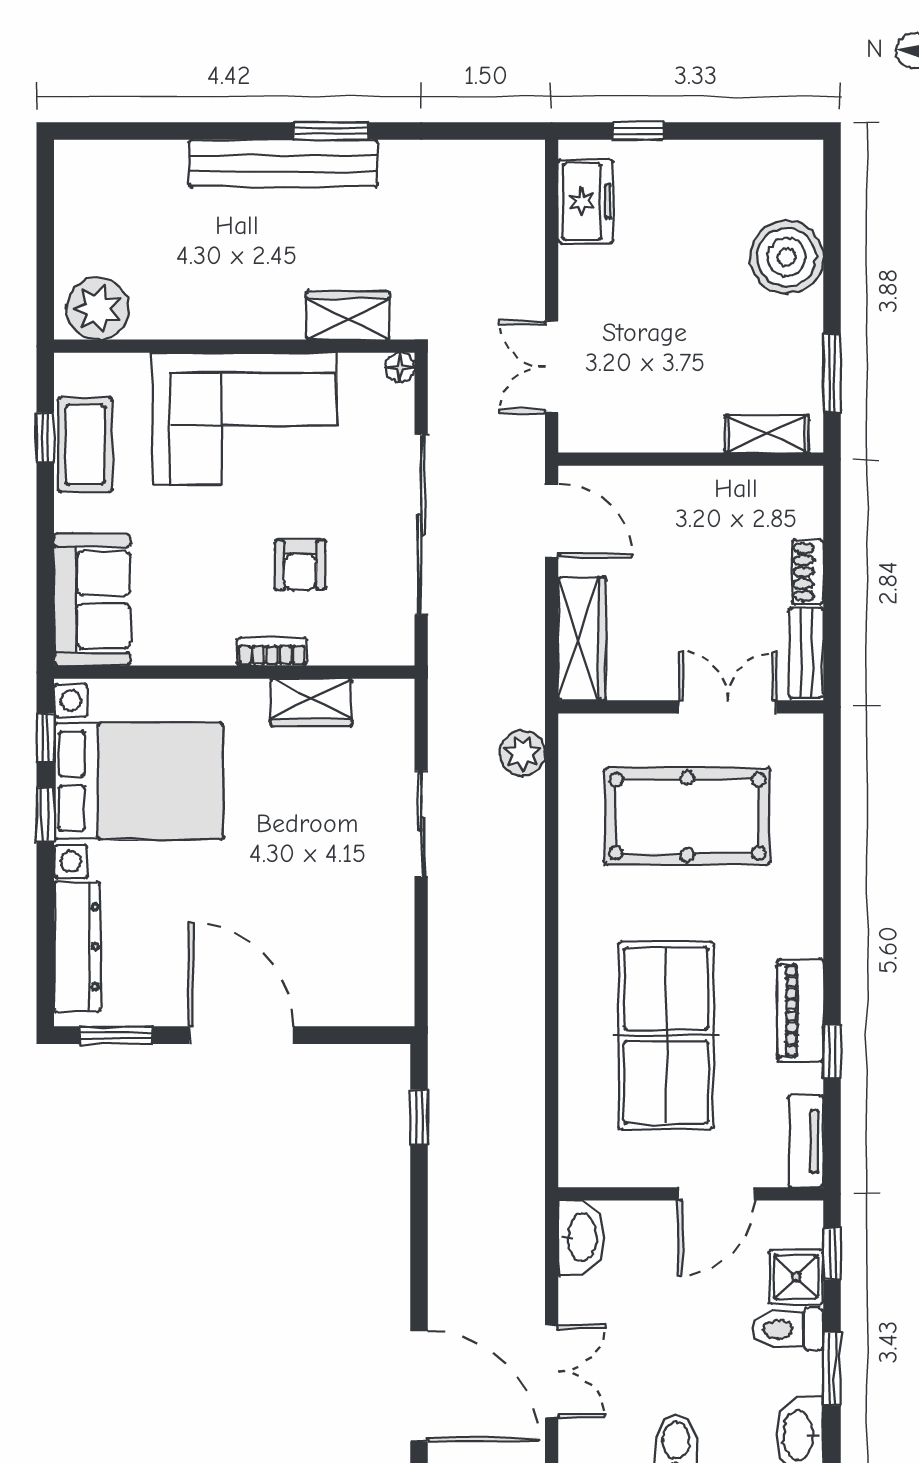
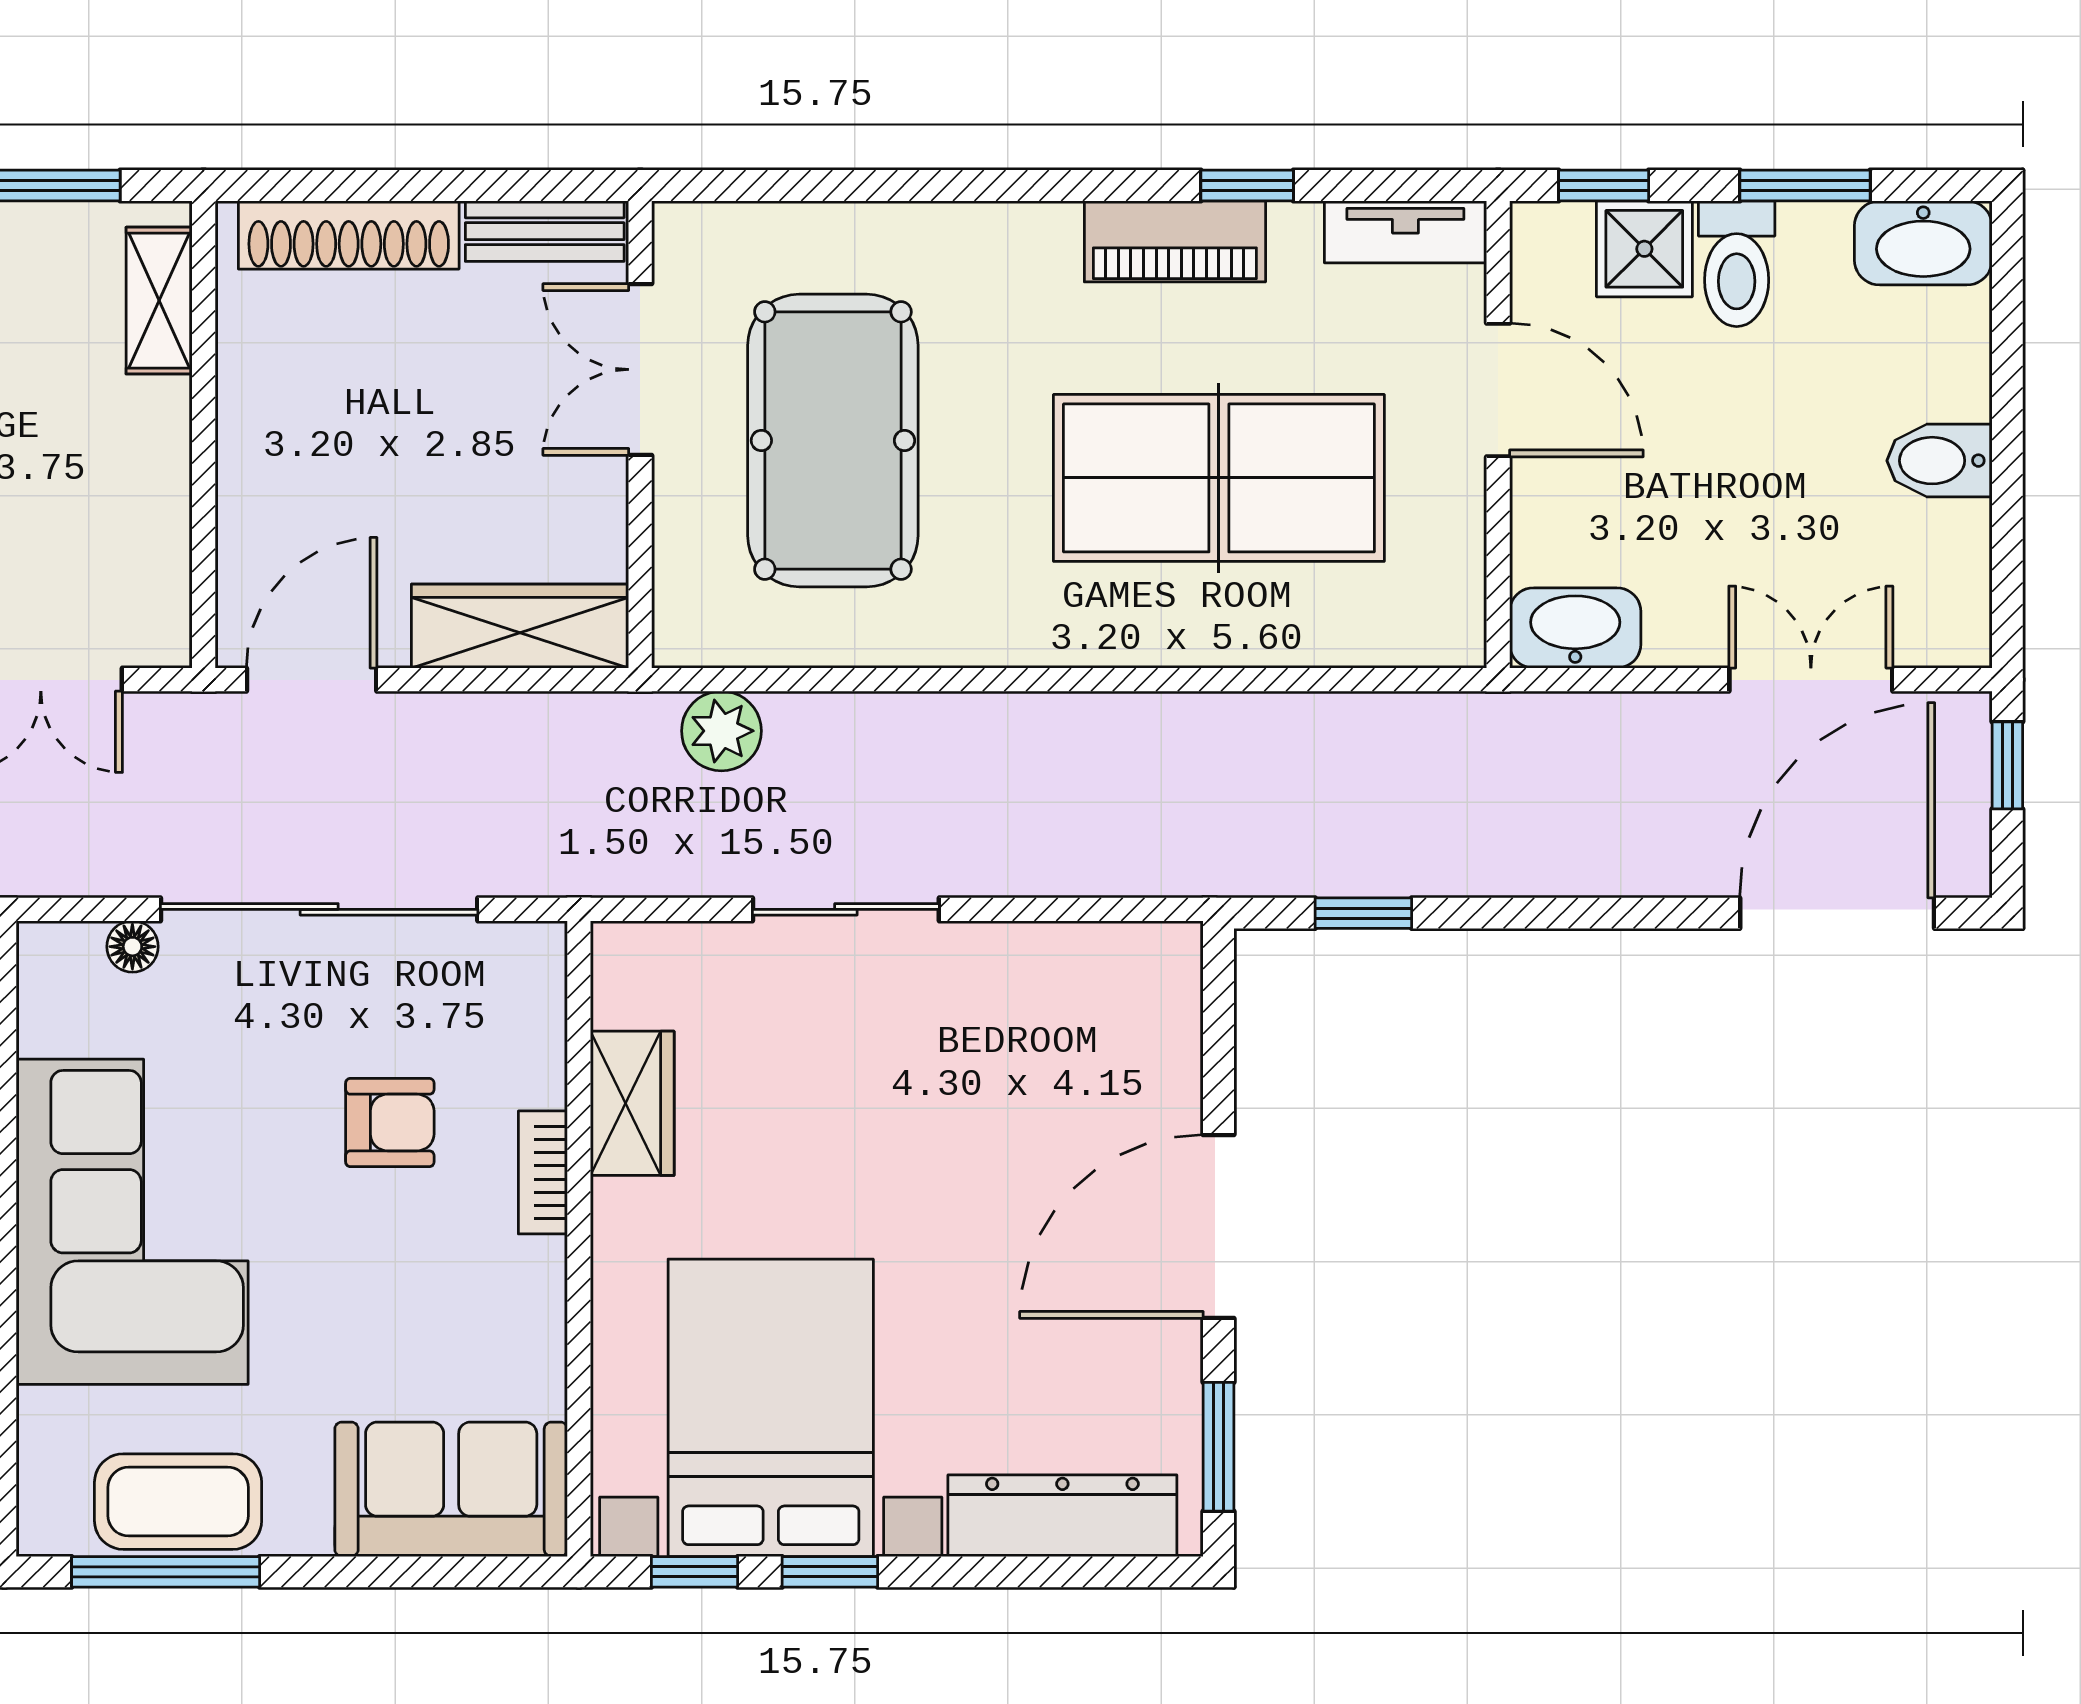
floor lamp: (400, 367) -> (132, 947), moved
window: (45, 438) -> (166, 1572), width x2.17
shoe rack: (808, 572) -> (349, 235), width x1.94, depth x1.24

